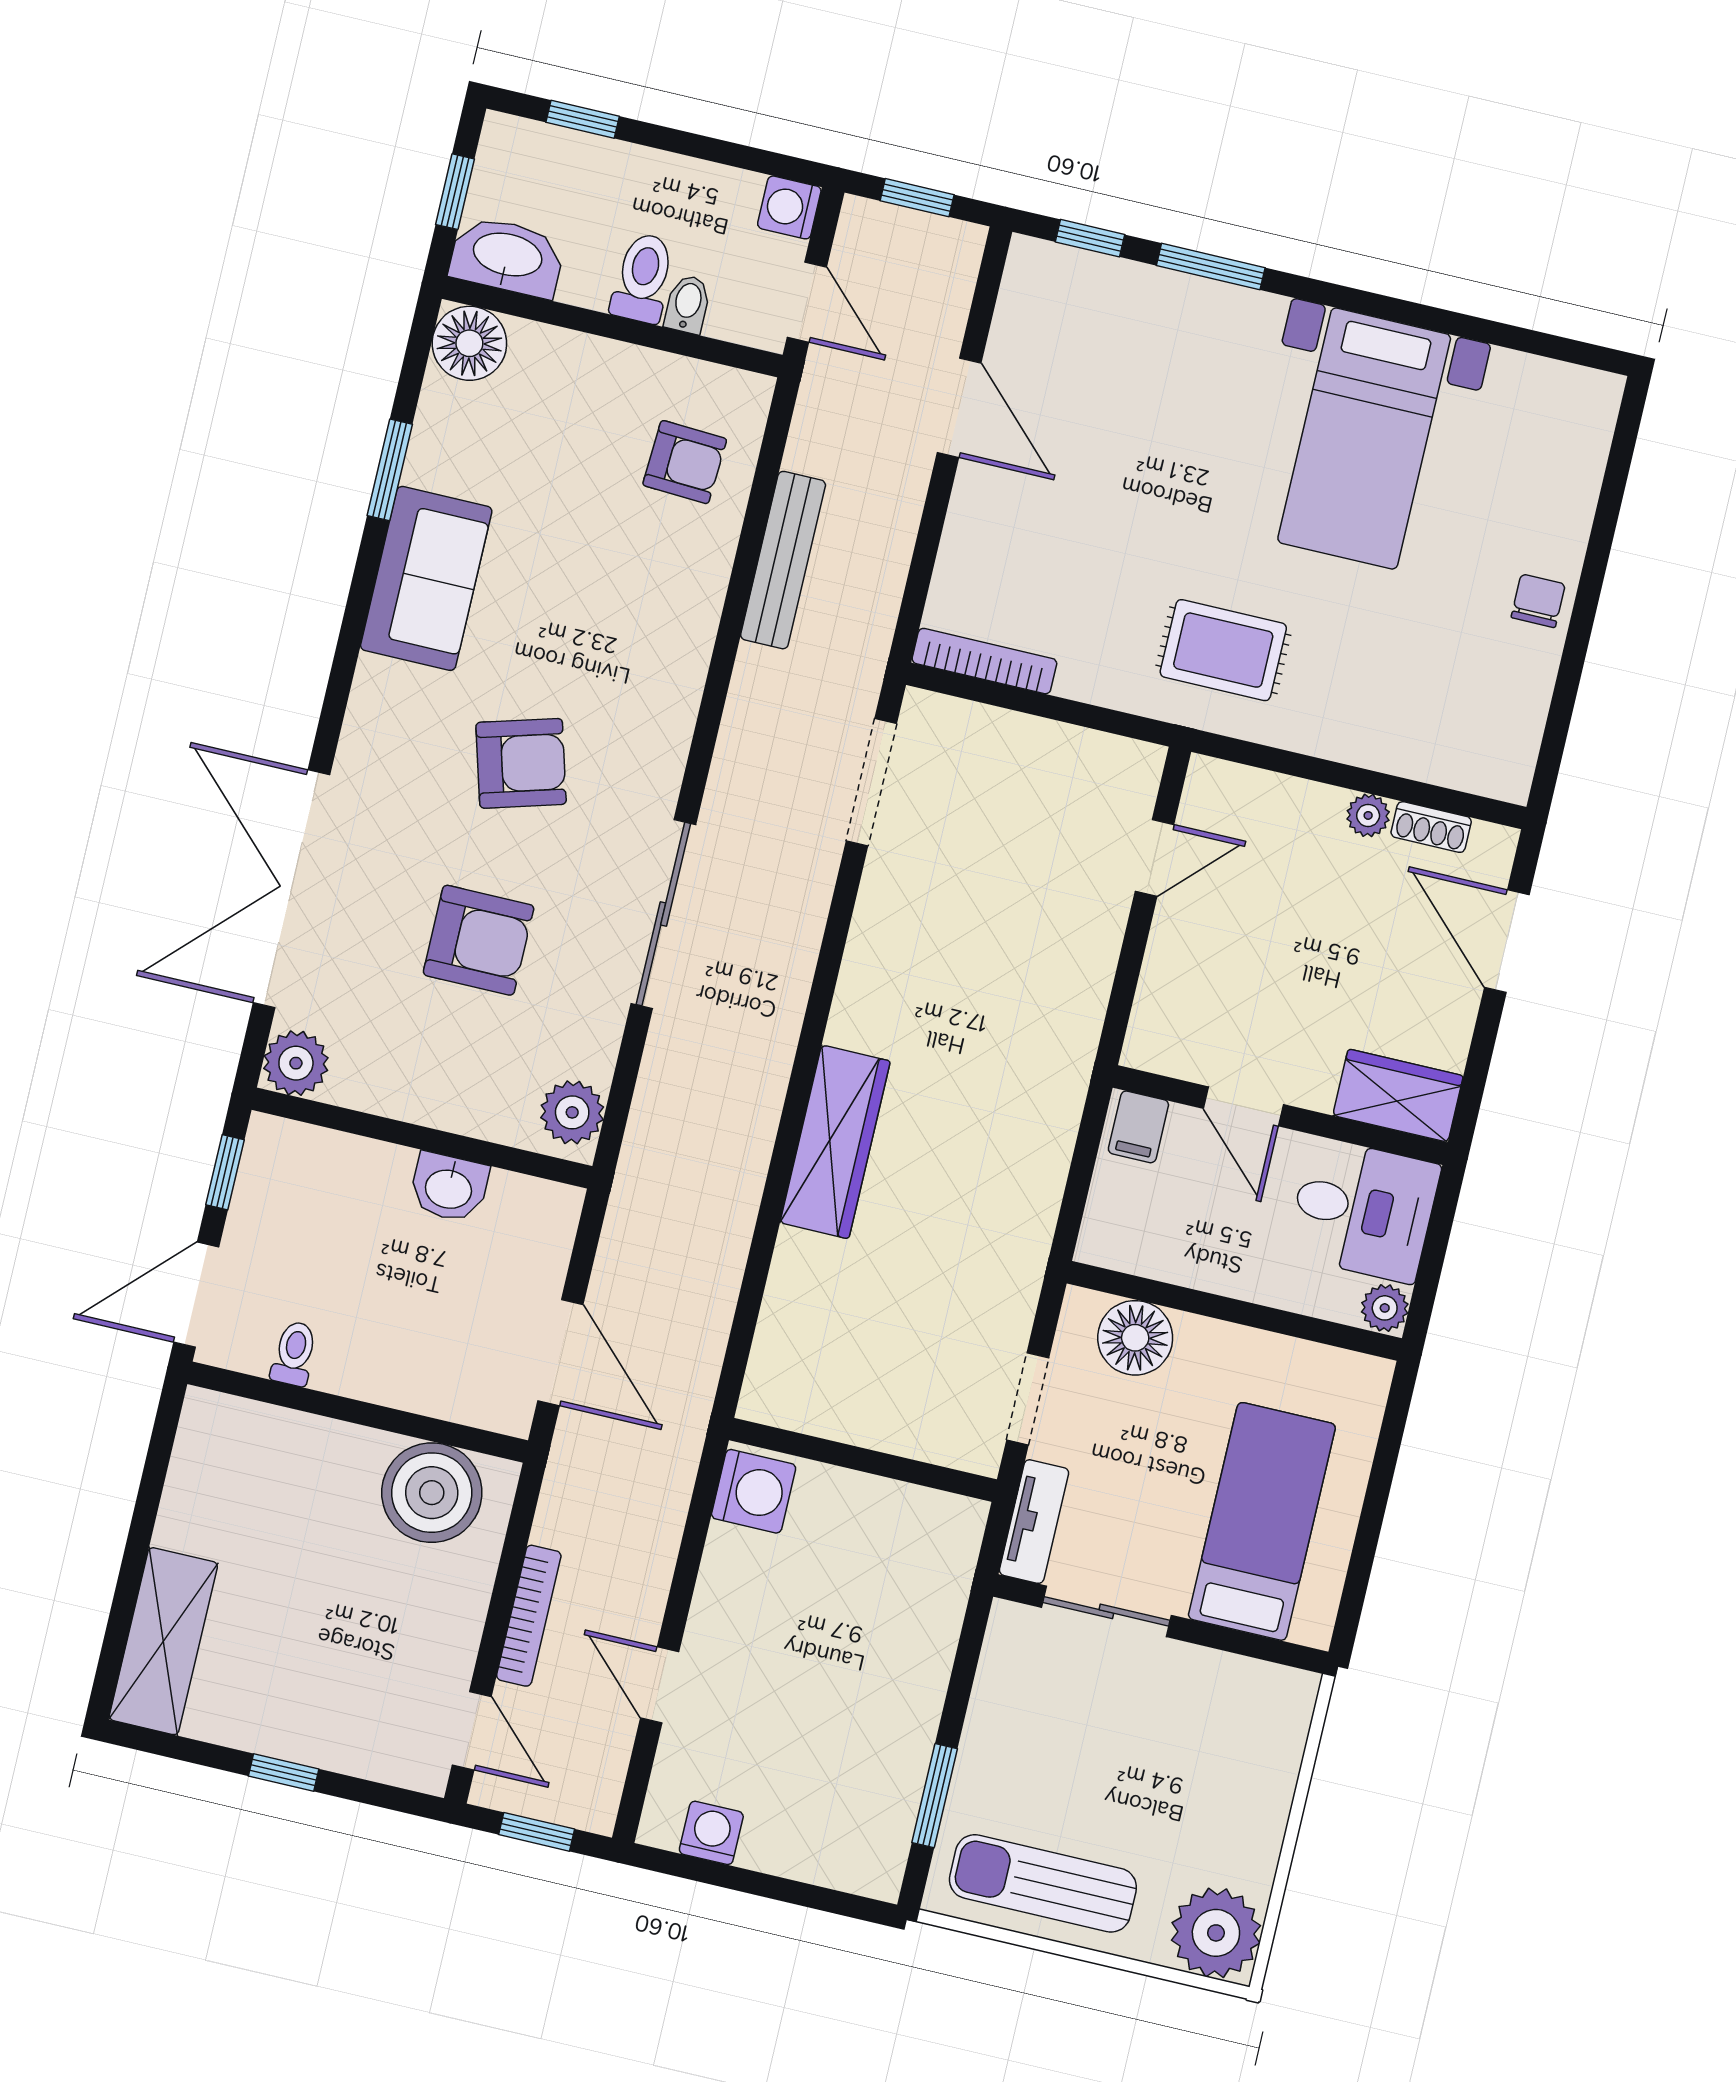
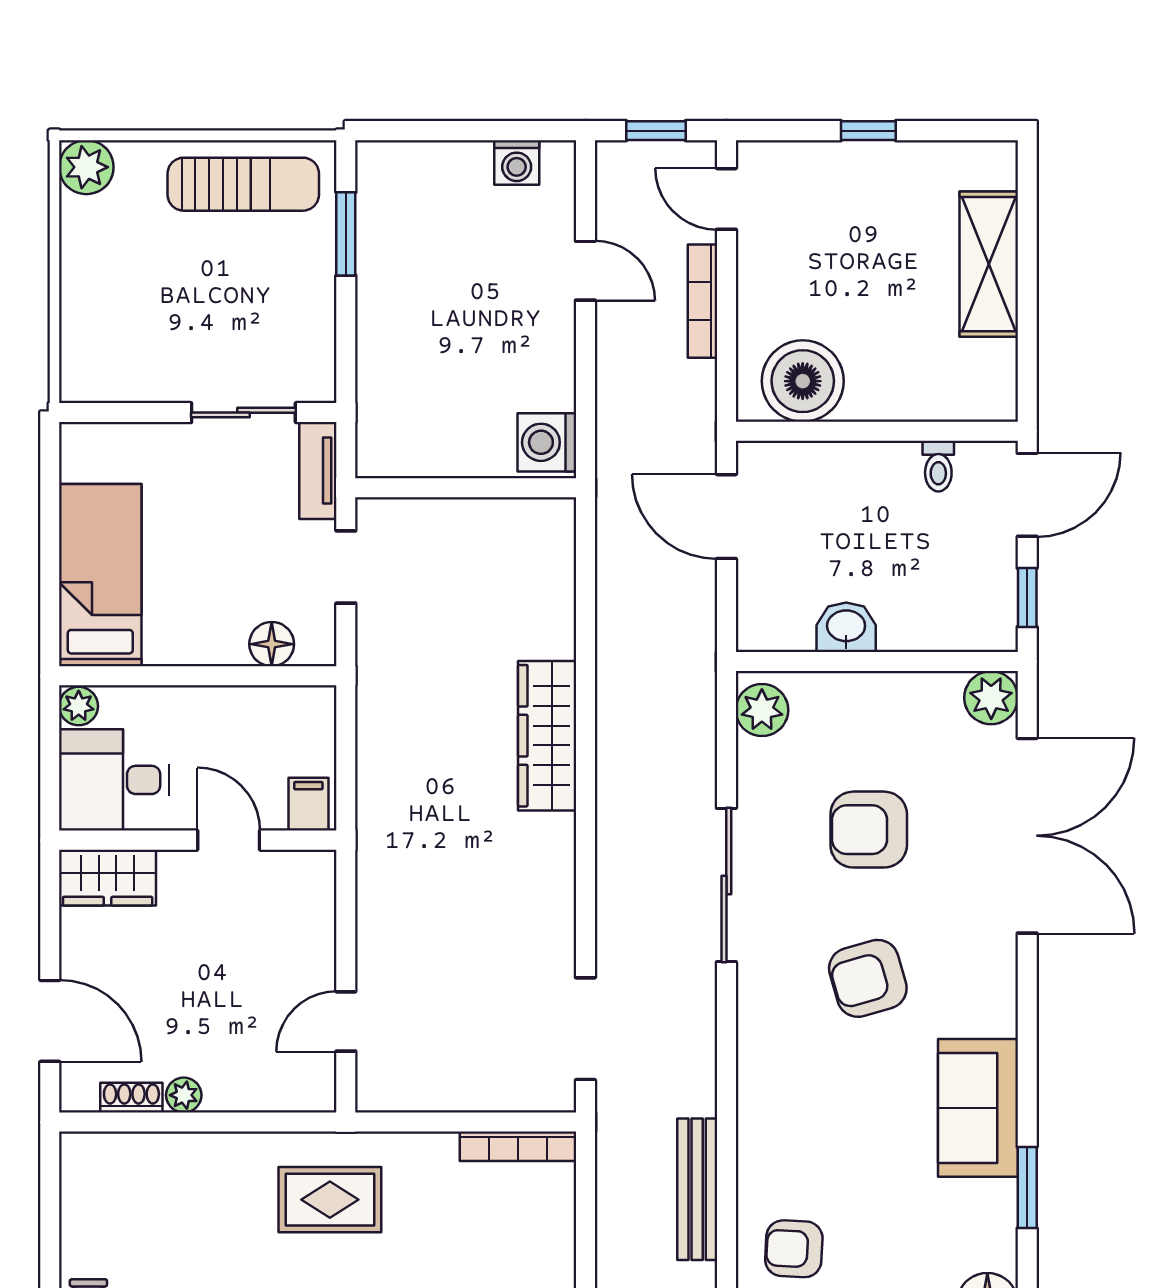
floor lamp: (1135, 1338) -> (272, 644), width x0.73, depth x0.73
bed: (1262, 1521) -> (100, 575), moved, turned 180
shelving: (163, 1641) -> (989, 264), moved
plant: (1216, 1933) -> (86, 167), width x0.73, depth x0.73

